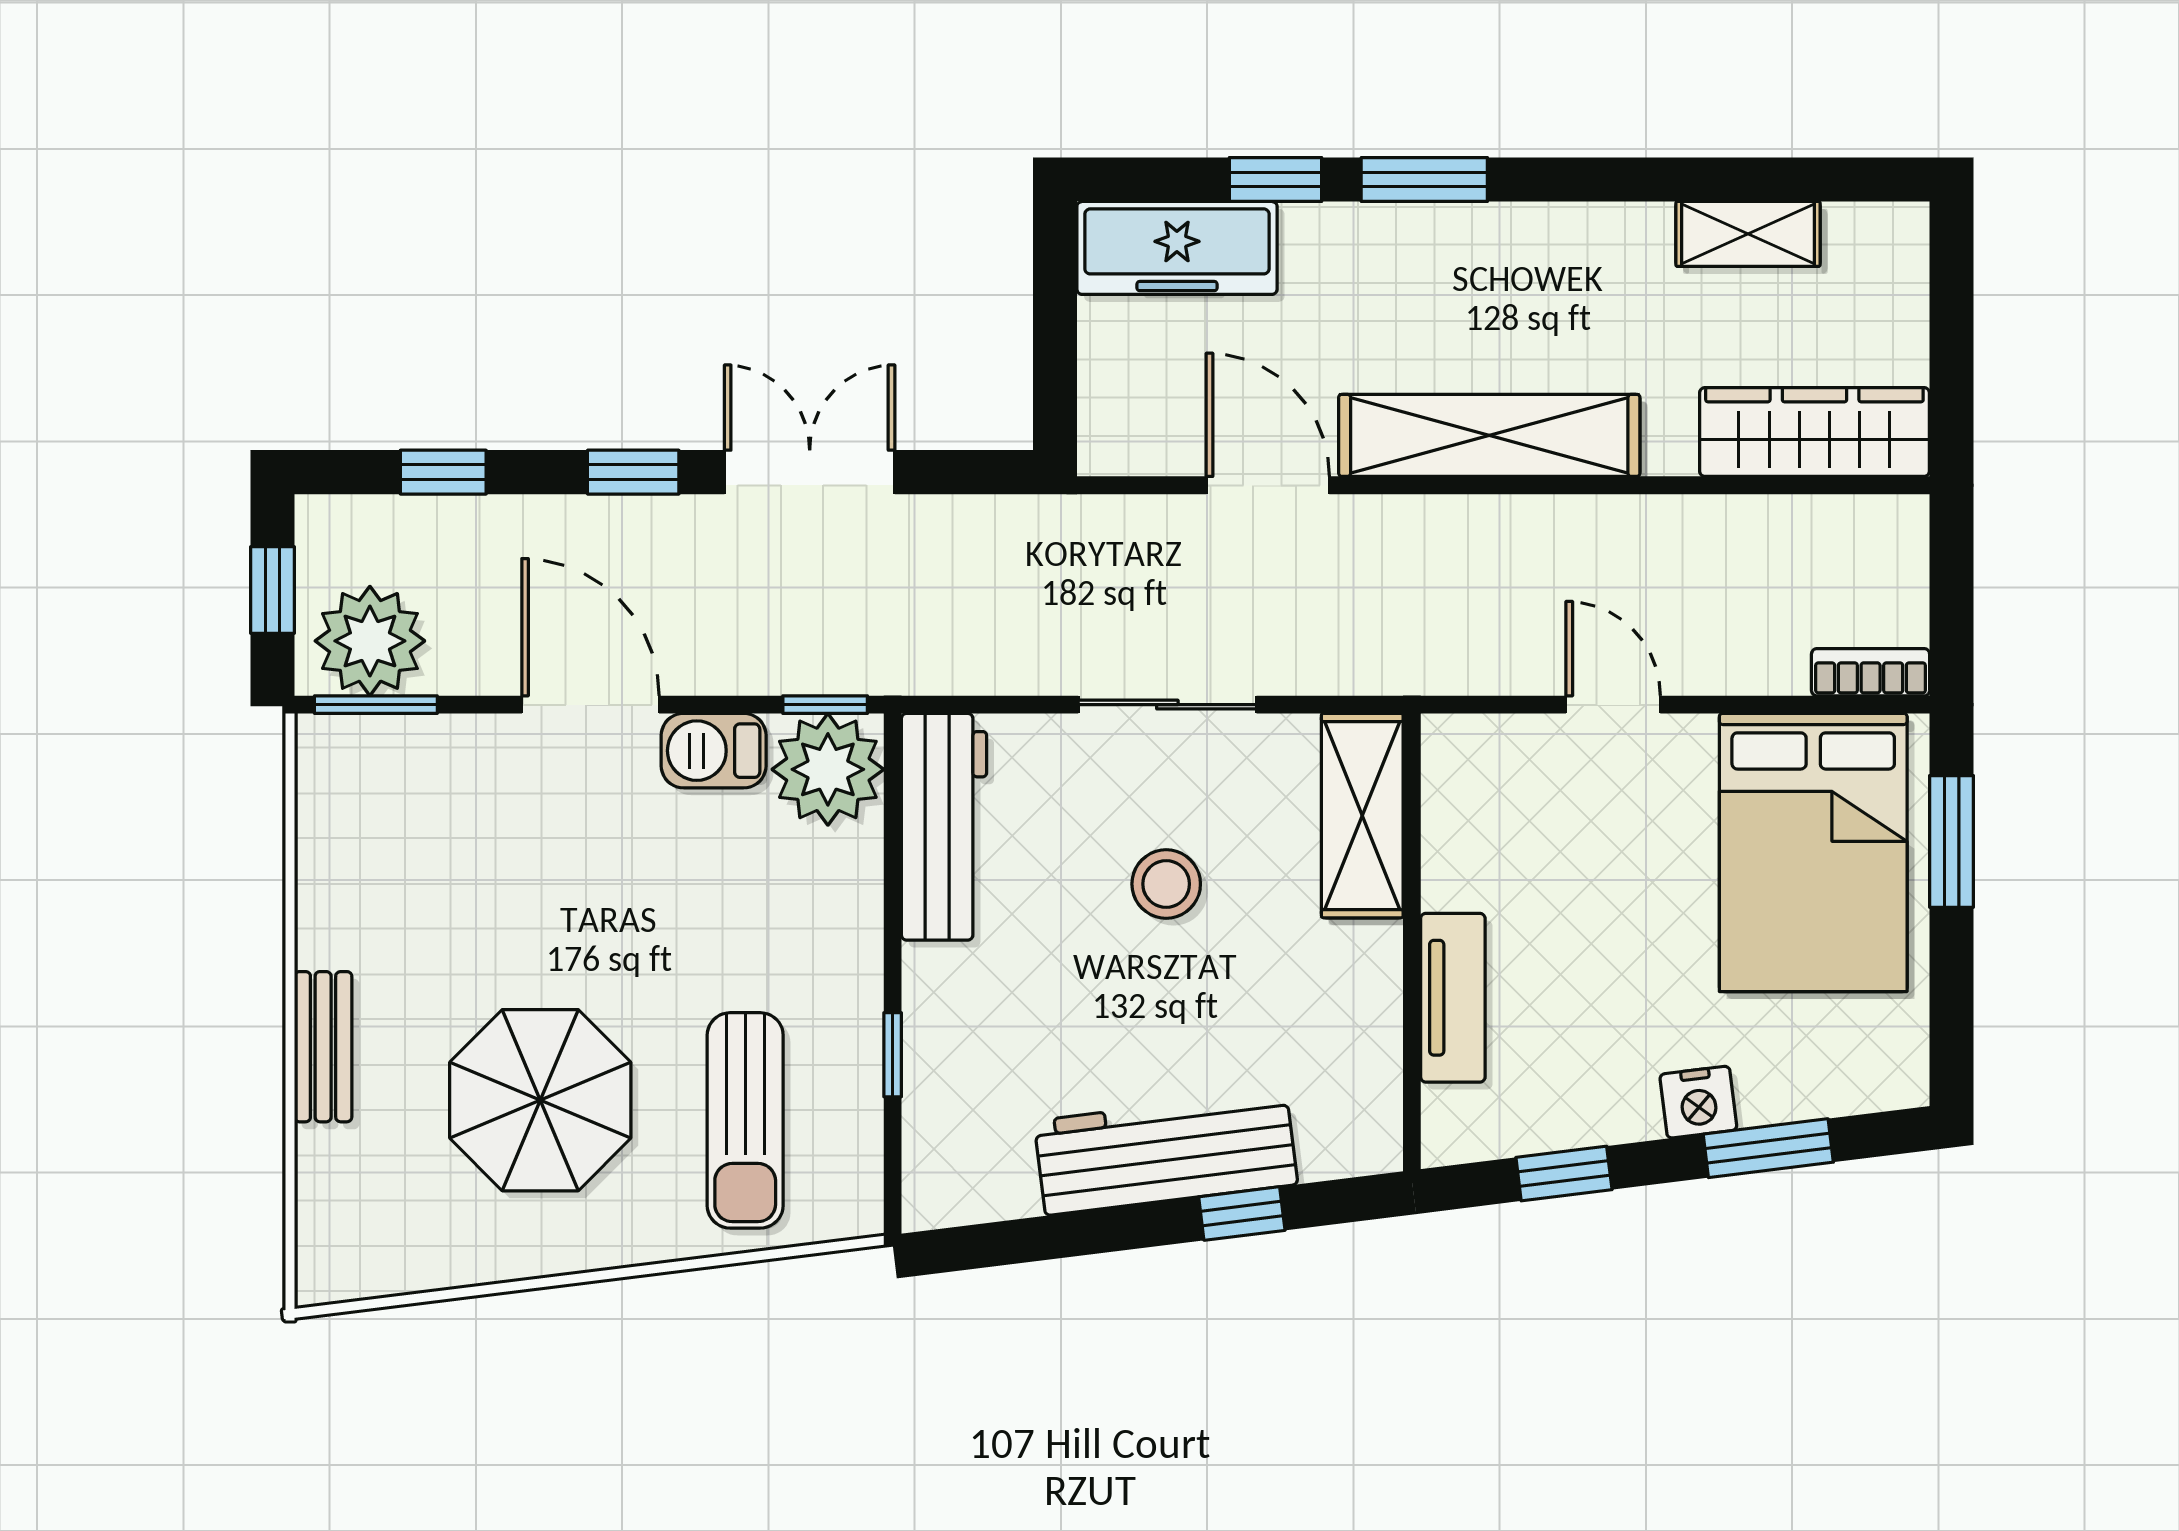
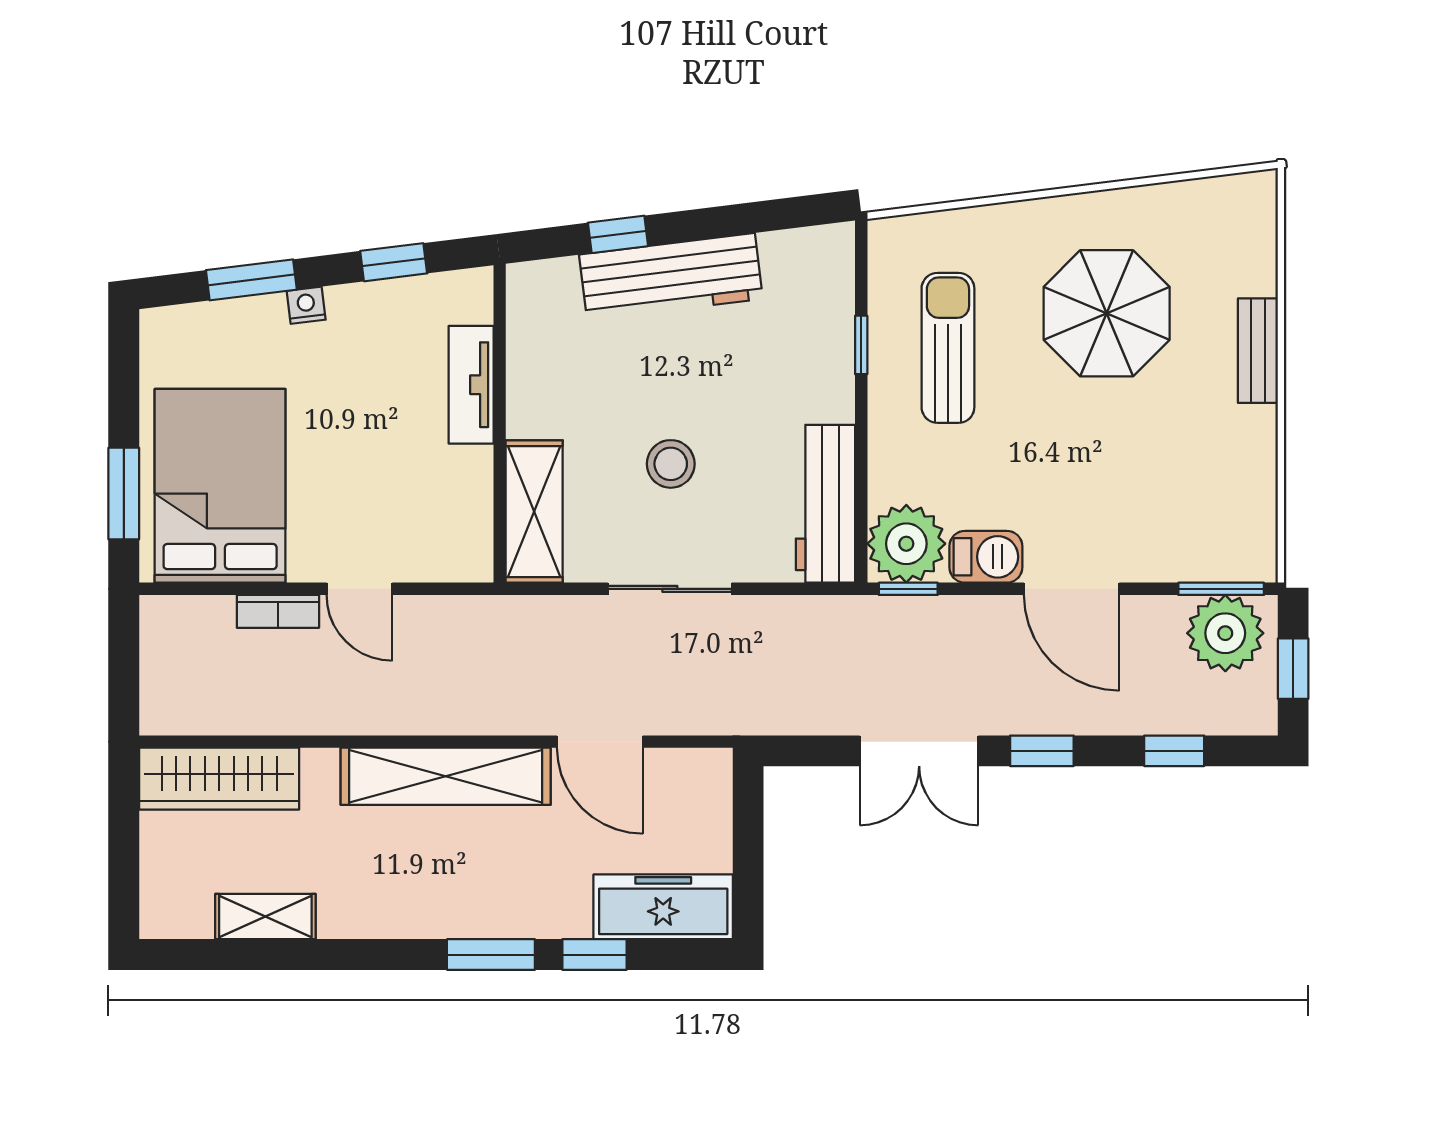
bookcase: (1871, 672) -> (278, 611), moved
nightstand: (1698, 1102) -> (306, 305), width x0.72, depth x0.74
sun lounger: (745, 1120) -> (948, 348), moved

